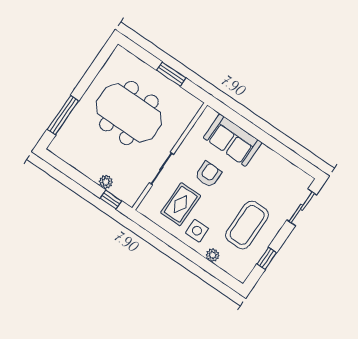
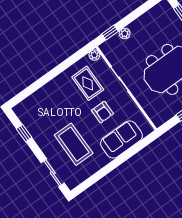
coffee table: (247, 225) -> (74, 144), moved
side table: (197, 231) -> (64, 88), removed
plant: (213, 255) -> (94, 55), moved

